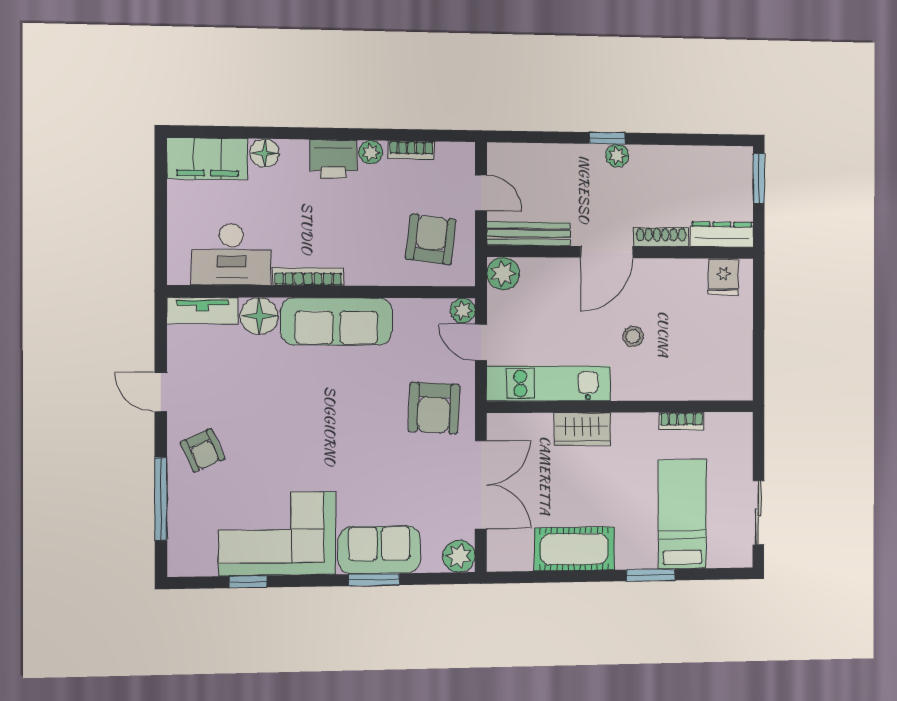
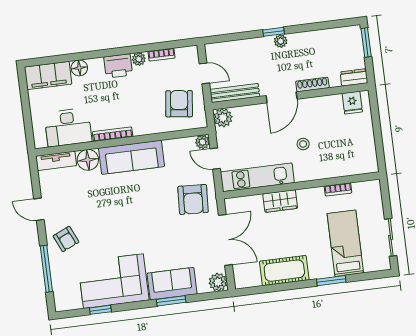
dresser: (722, 235) -> (354, 77), width x0.70

